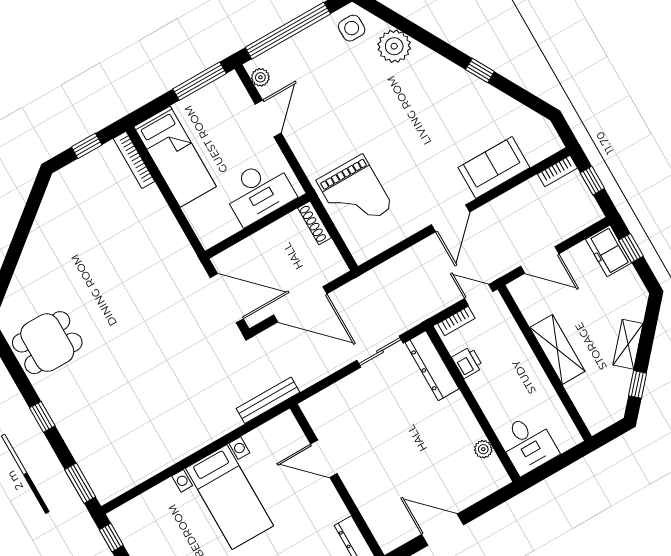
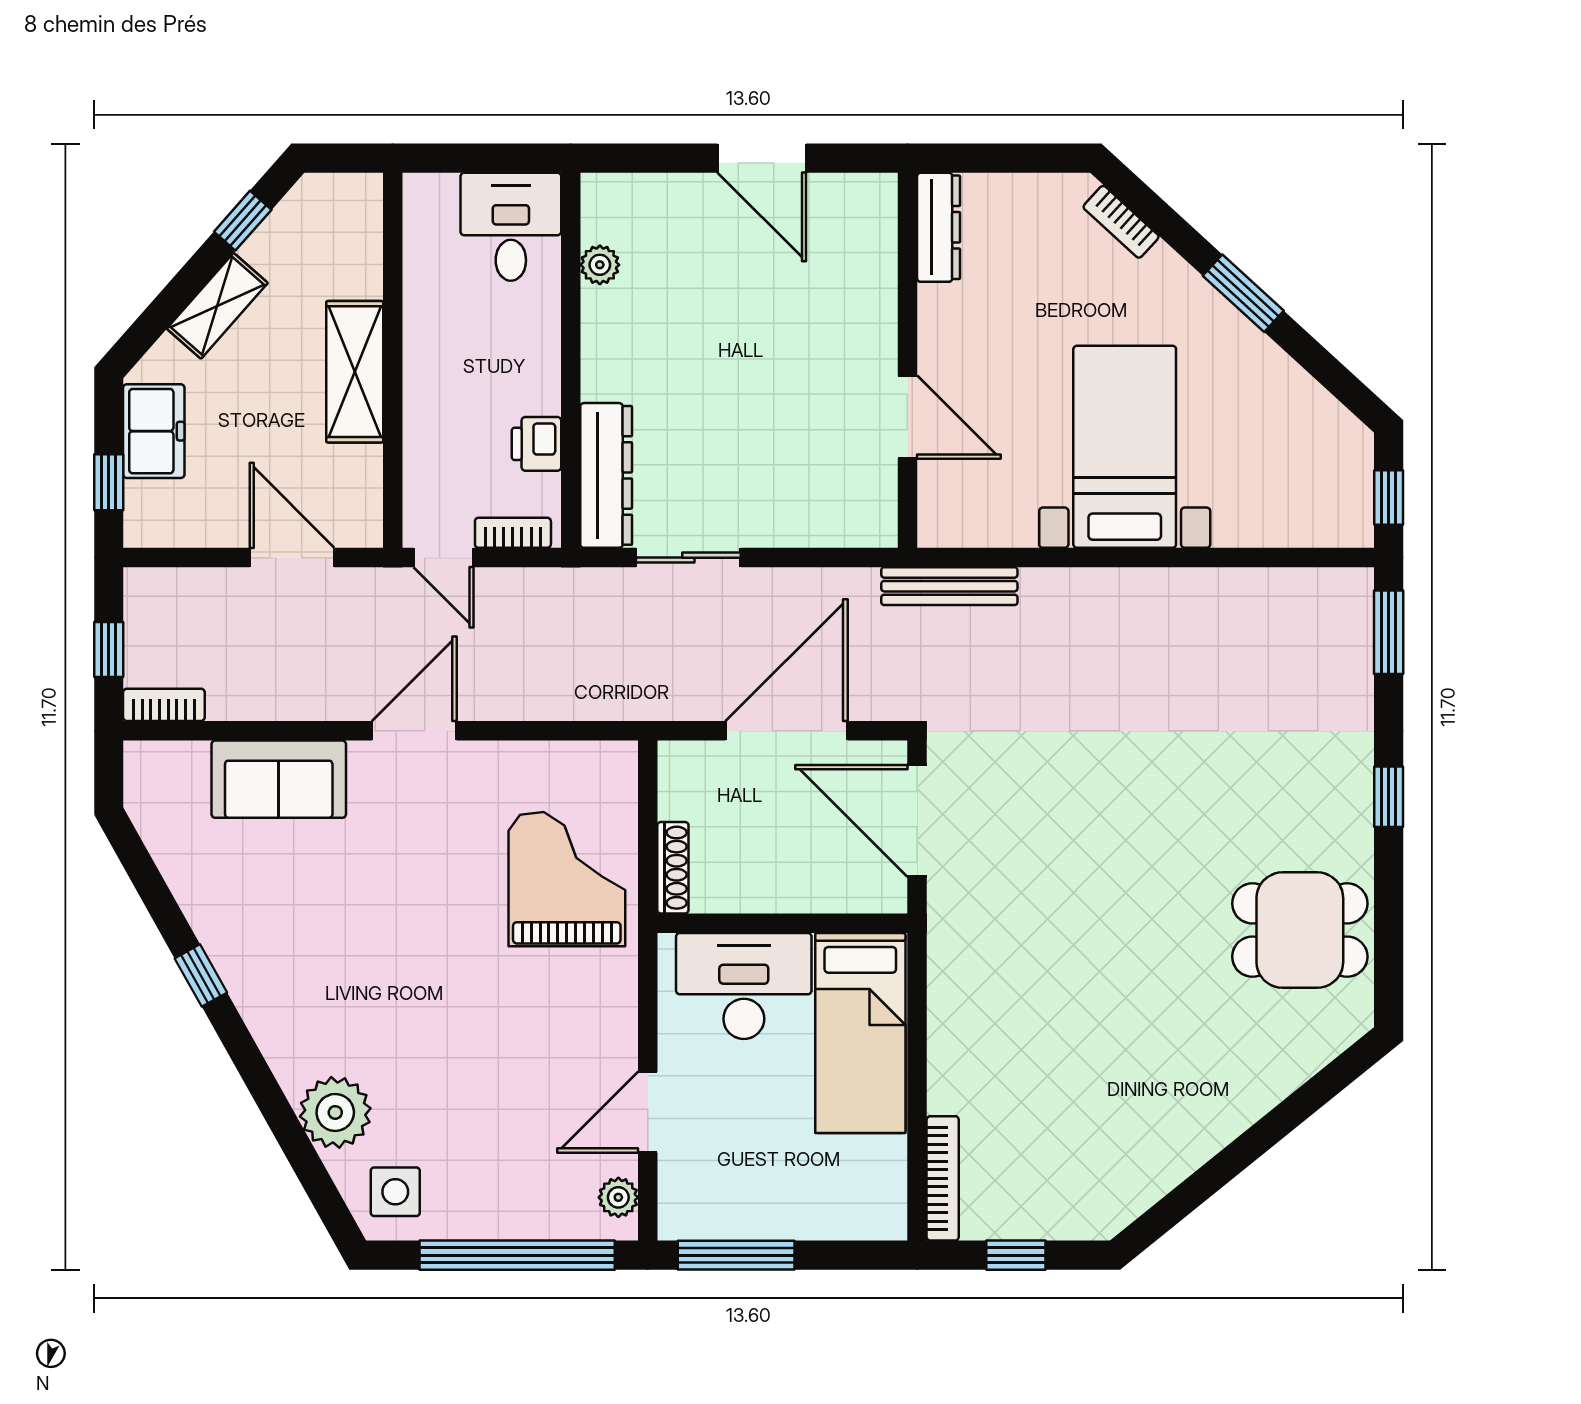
bed: (175, 157) -> (860, 1033), moved, turned 180
freezer: (609, 251) -> (154, 431), moved
door: (300, 304) -> (787, 731), hinge flipped

